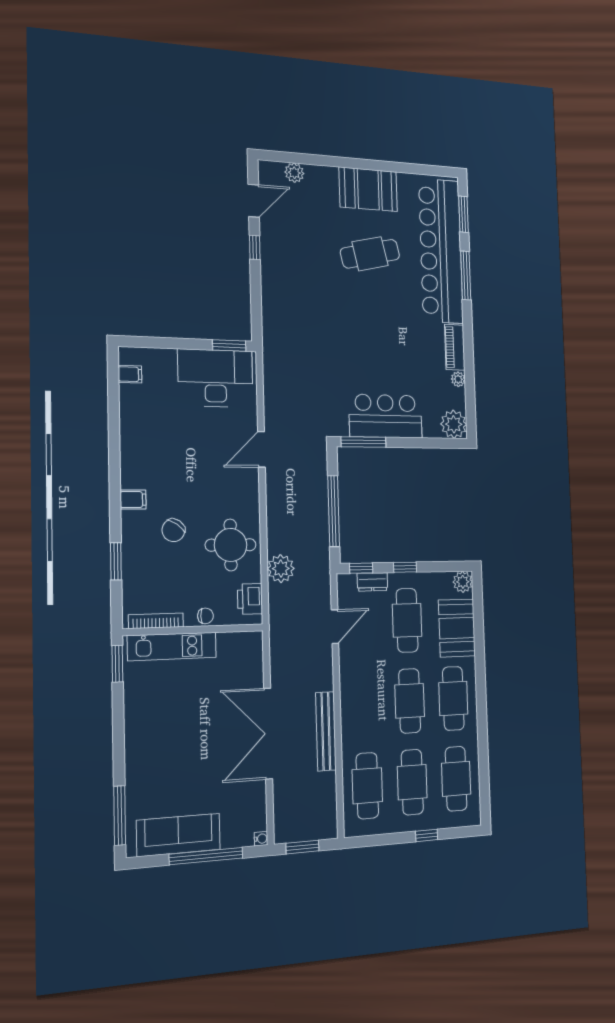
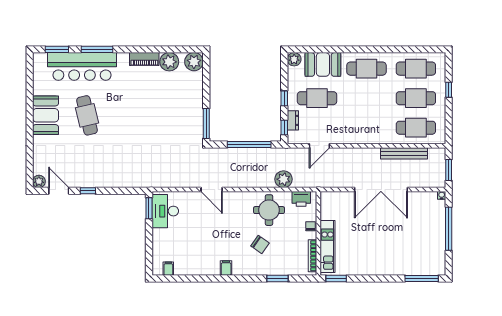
plant: (294, 173) -> (39, 181), moved
bar counter: (441, 251) -> (82, 66), width x0.73
desk: (215, 378) -> (165, 211), width x0.73, depth x0.77
plant: (458, 379) -> (169, 62), width x1.88, depth x1.88
bar counter: (386, 416) -> (190, 108), removed
filing cabinet: (133, 500) -> (226, 268), moved
door: (335, 627) -> (319, 146), swing flipped
cafe table: (410, 701) -> (366, 98), removed
bench: (326, 731) -> (404, 153), moved
sofa: (179, 835) -> (435, 245), removed

